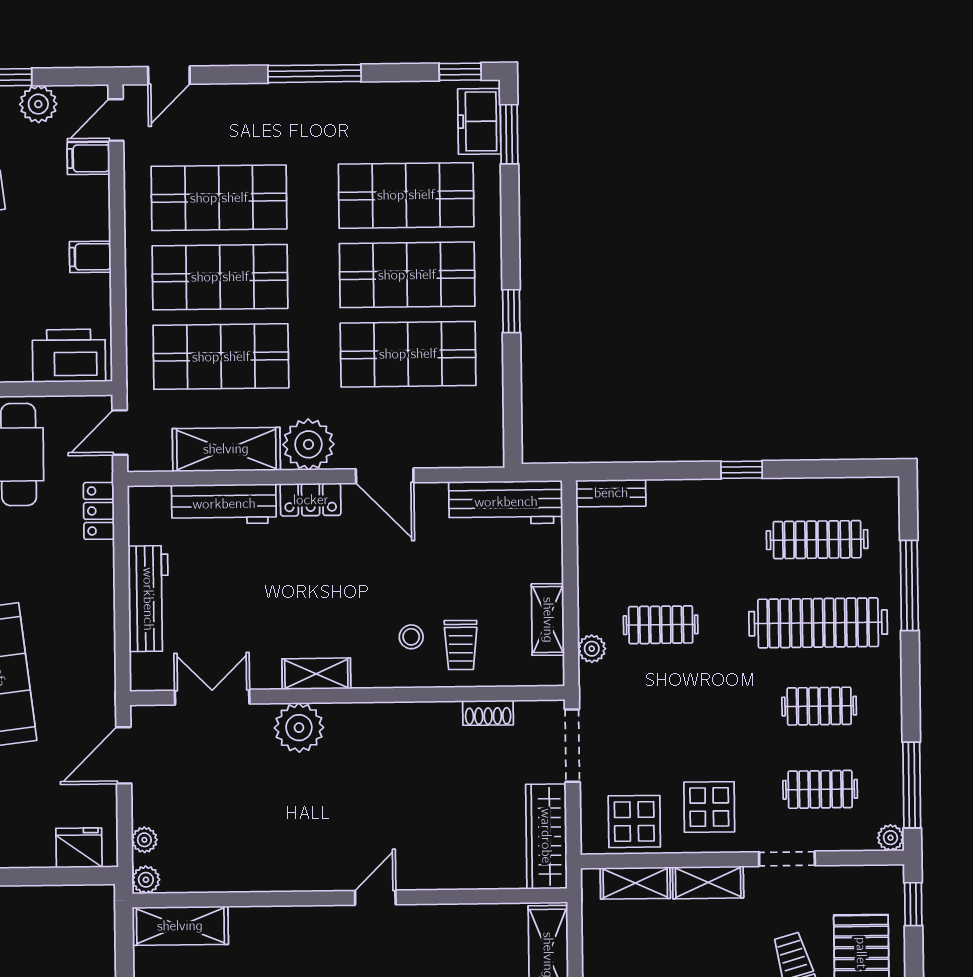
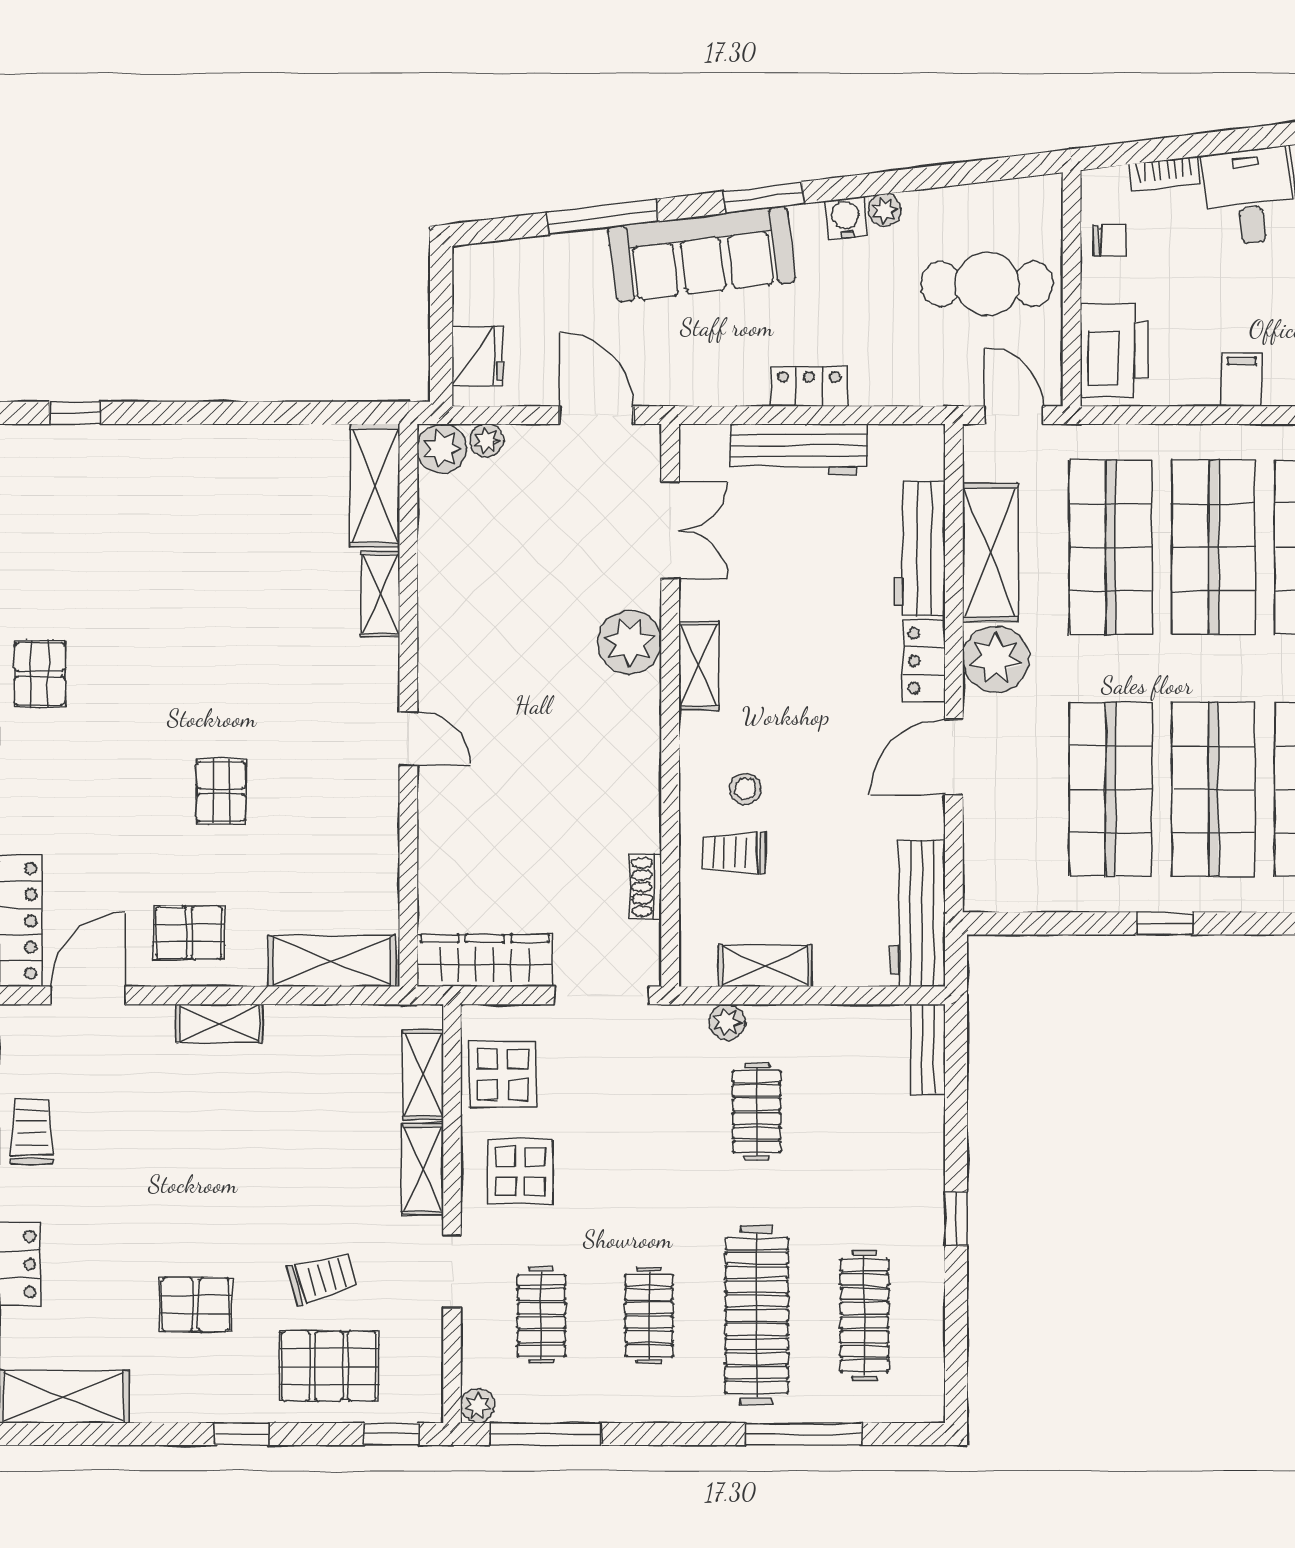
locker: (99, 511) -> (809, 387), moved
plant: (146, 880) -> (442, 449), width x1.38, depth x1.38
shelving: (264, 921) -> (380, 594), added

